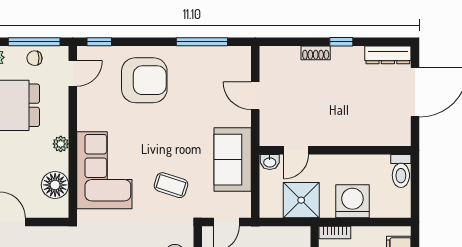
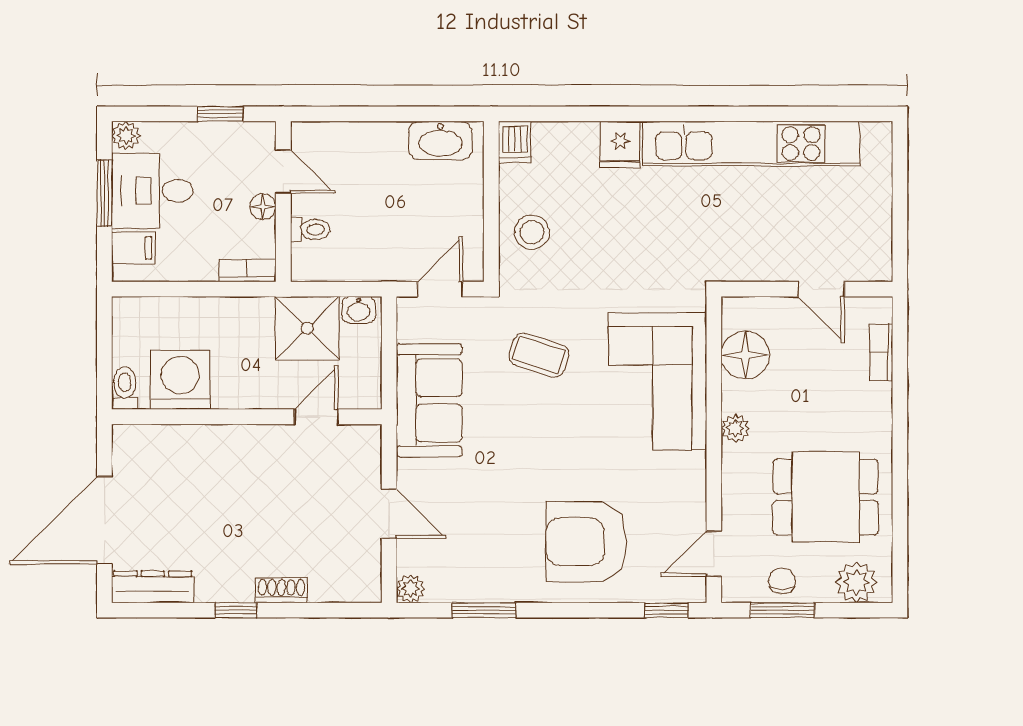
window: (34, 42) -> (783, 610), width x0.69
window: (202, 42) -> (484, 610), width x0.69
plant: (243, 54) -> (411, 589), added
chair: (34, 58) -> (782, 581), turned -88
washbasin: (270, 162) -> (359, 310), moved, turned 180
toilet: (401, 171) -> (125, 388), width x0.73, depth x0.72
washing machine: (352, 201) -> (180, 380), moved, turned 180

